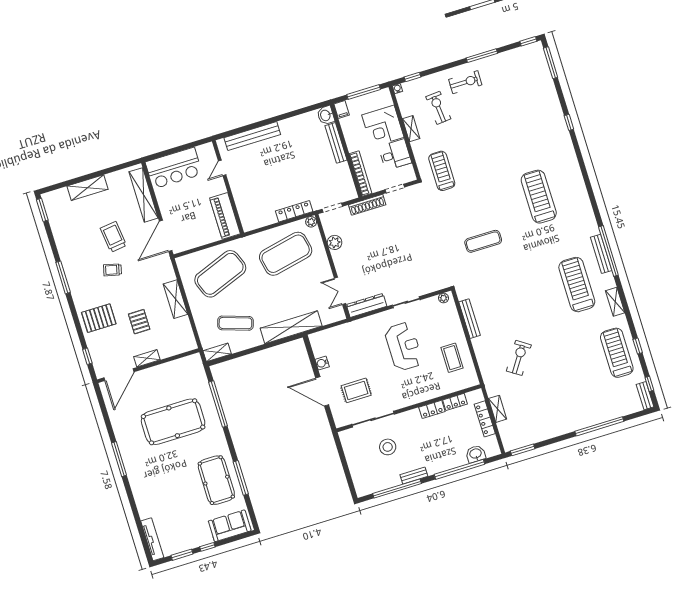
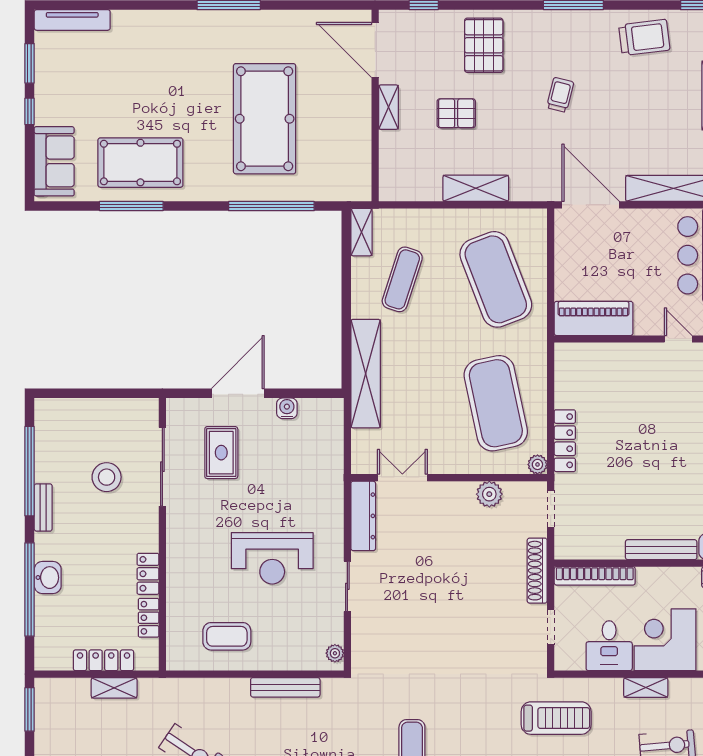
trolley: (113, 237) -> (644, 37), moved
washbasin: (476, 454) -> (48, 578), moved

